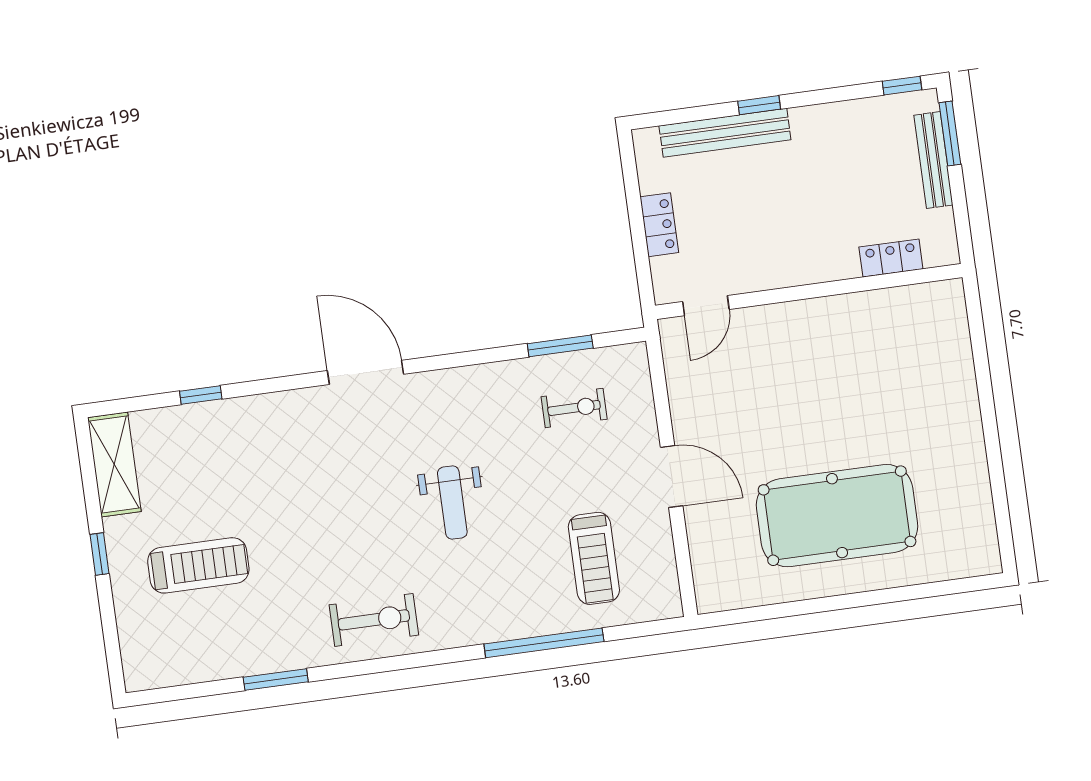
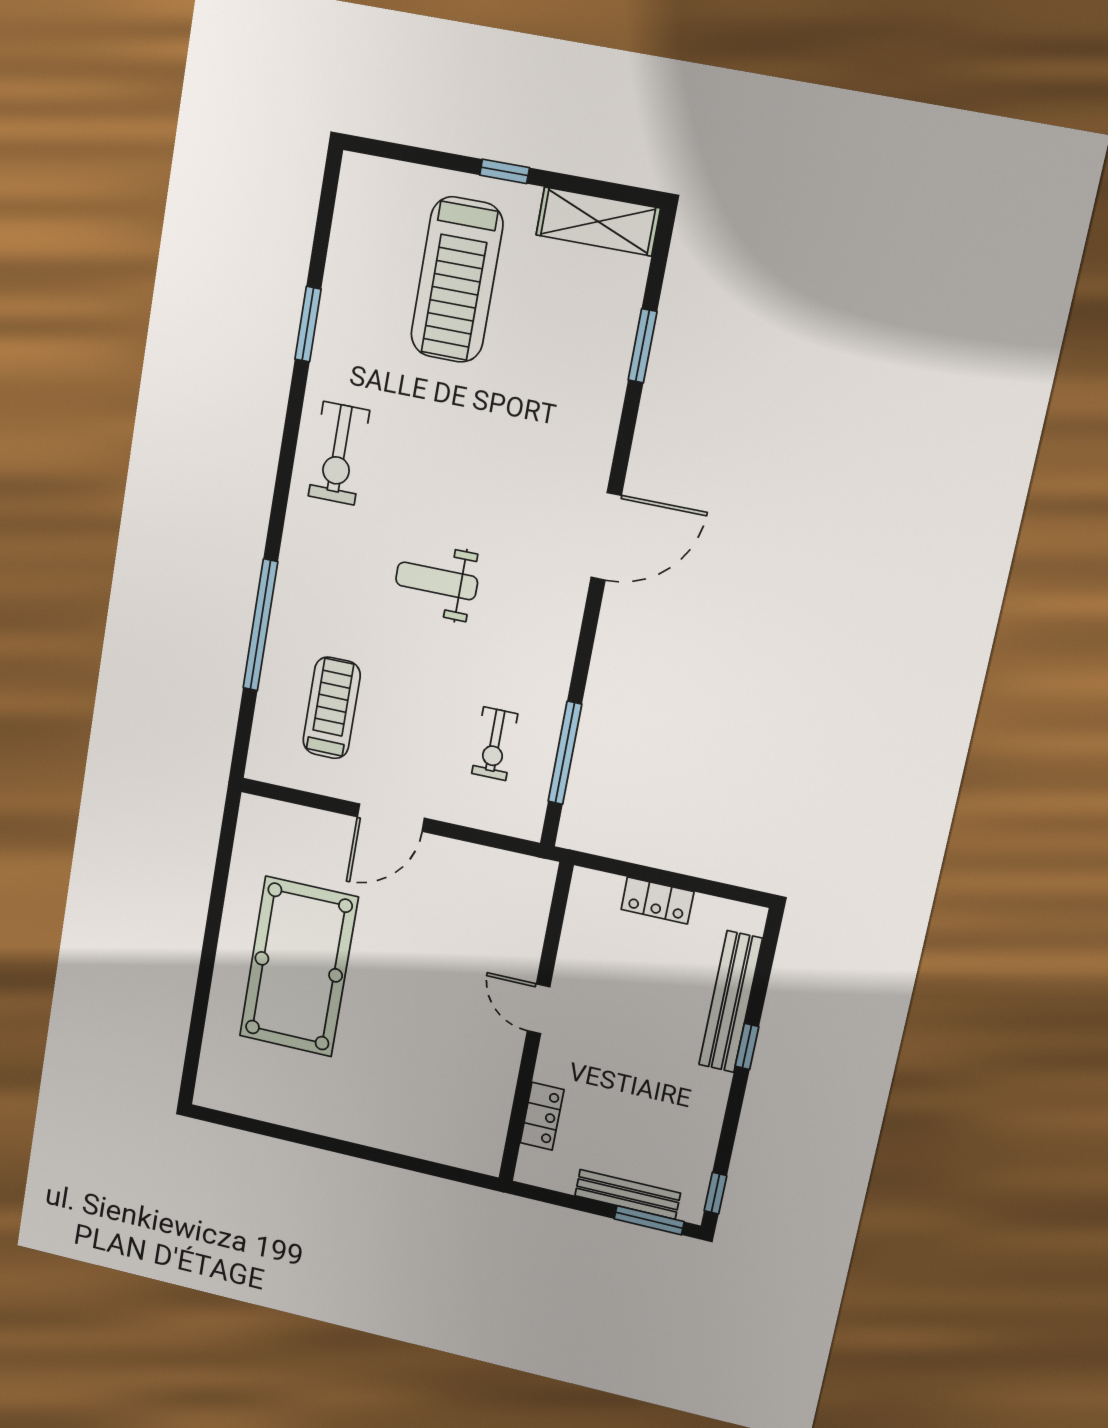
door: (706, 306) -> (539, 1009), moved
window: (560, 346) -> (565, 753), width x1.44
window: (201, 395) -> (642, 346), width x1.50
treadmill: (594, 558) -> (332, 708), turned 90
treadmill: (198, 565) -> (457, 280), width x1.37, depth x1.38

